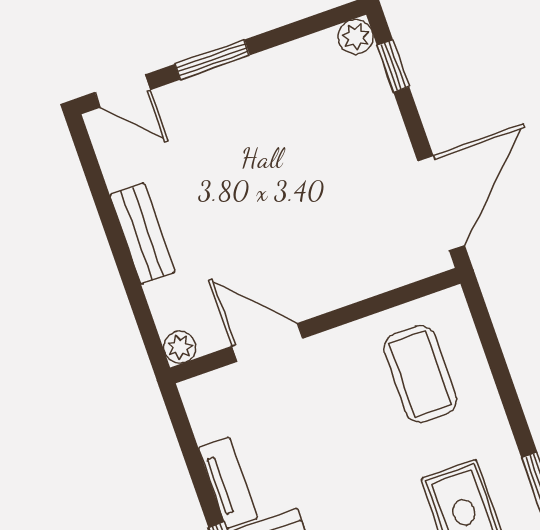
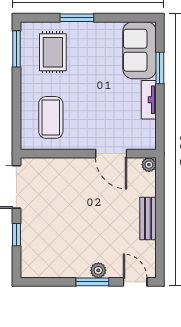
plant: (356, 37) -> (98, 270), moved
window: (393, 66) -> (16, 235), moved

